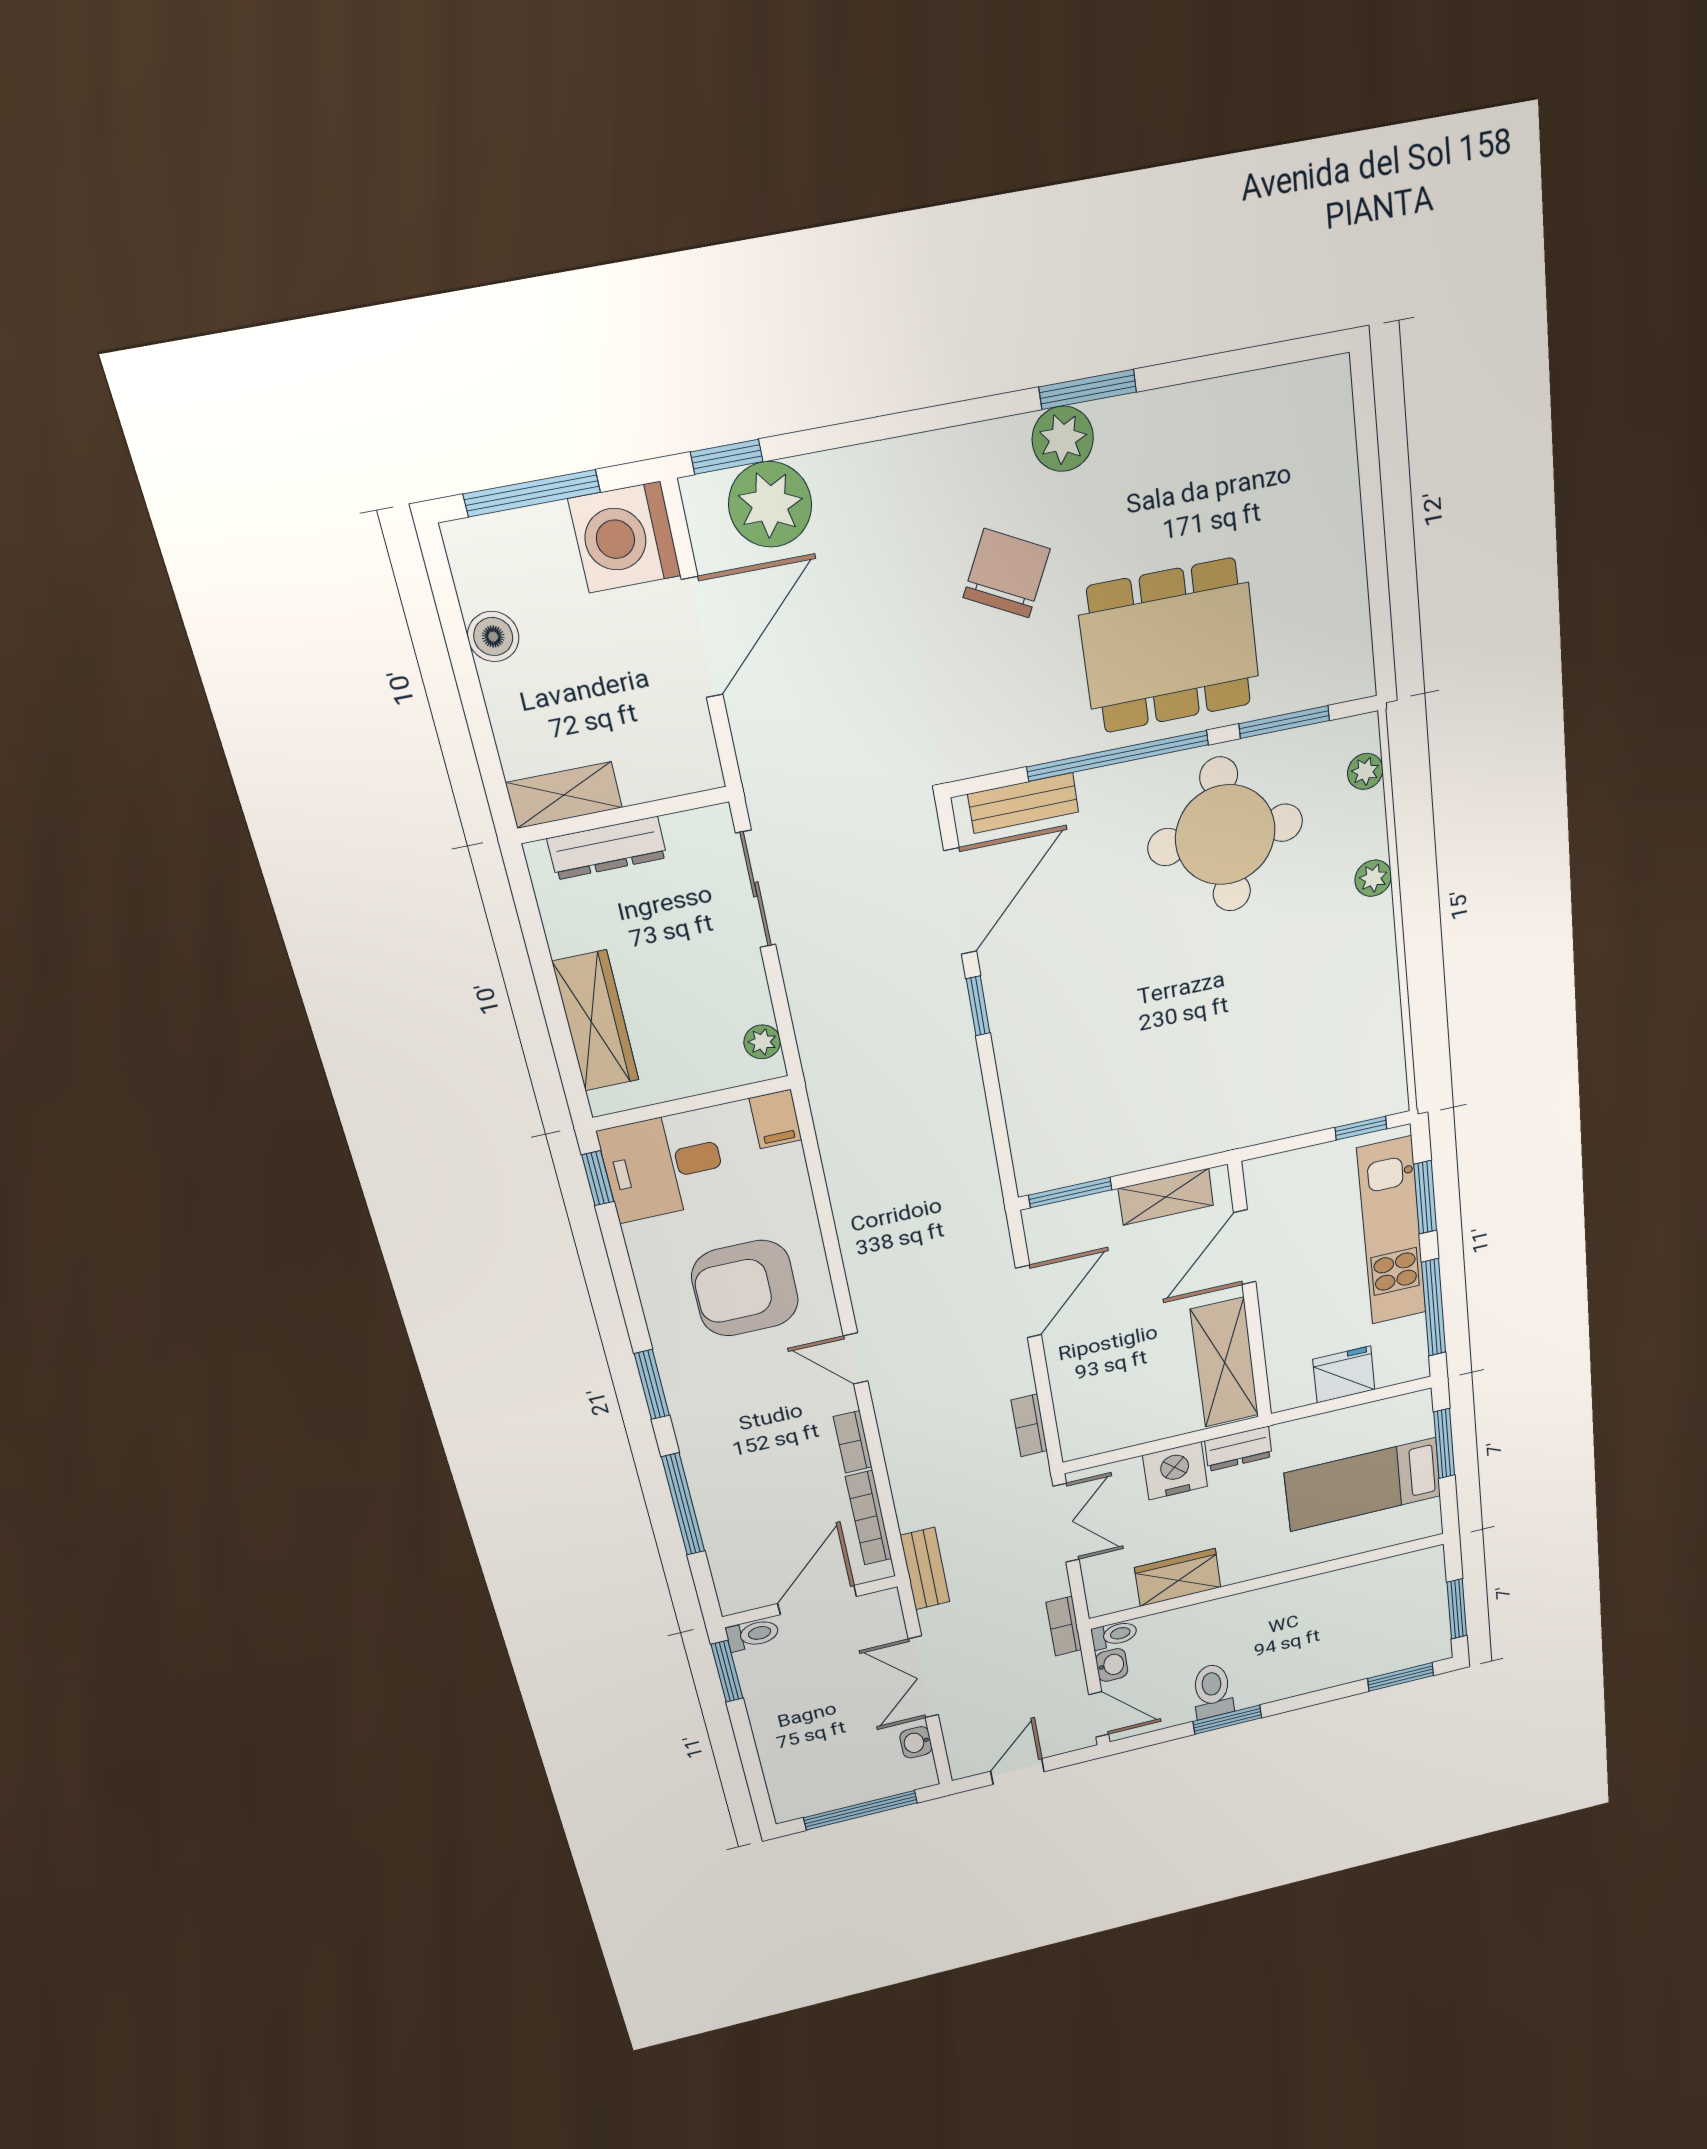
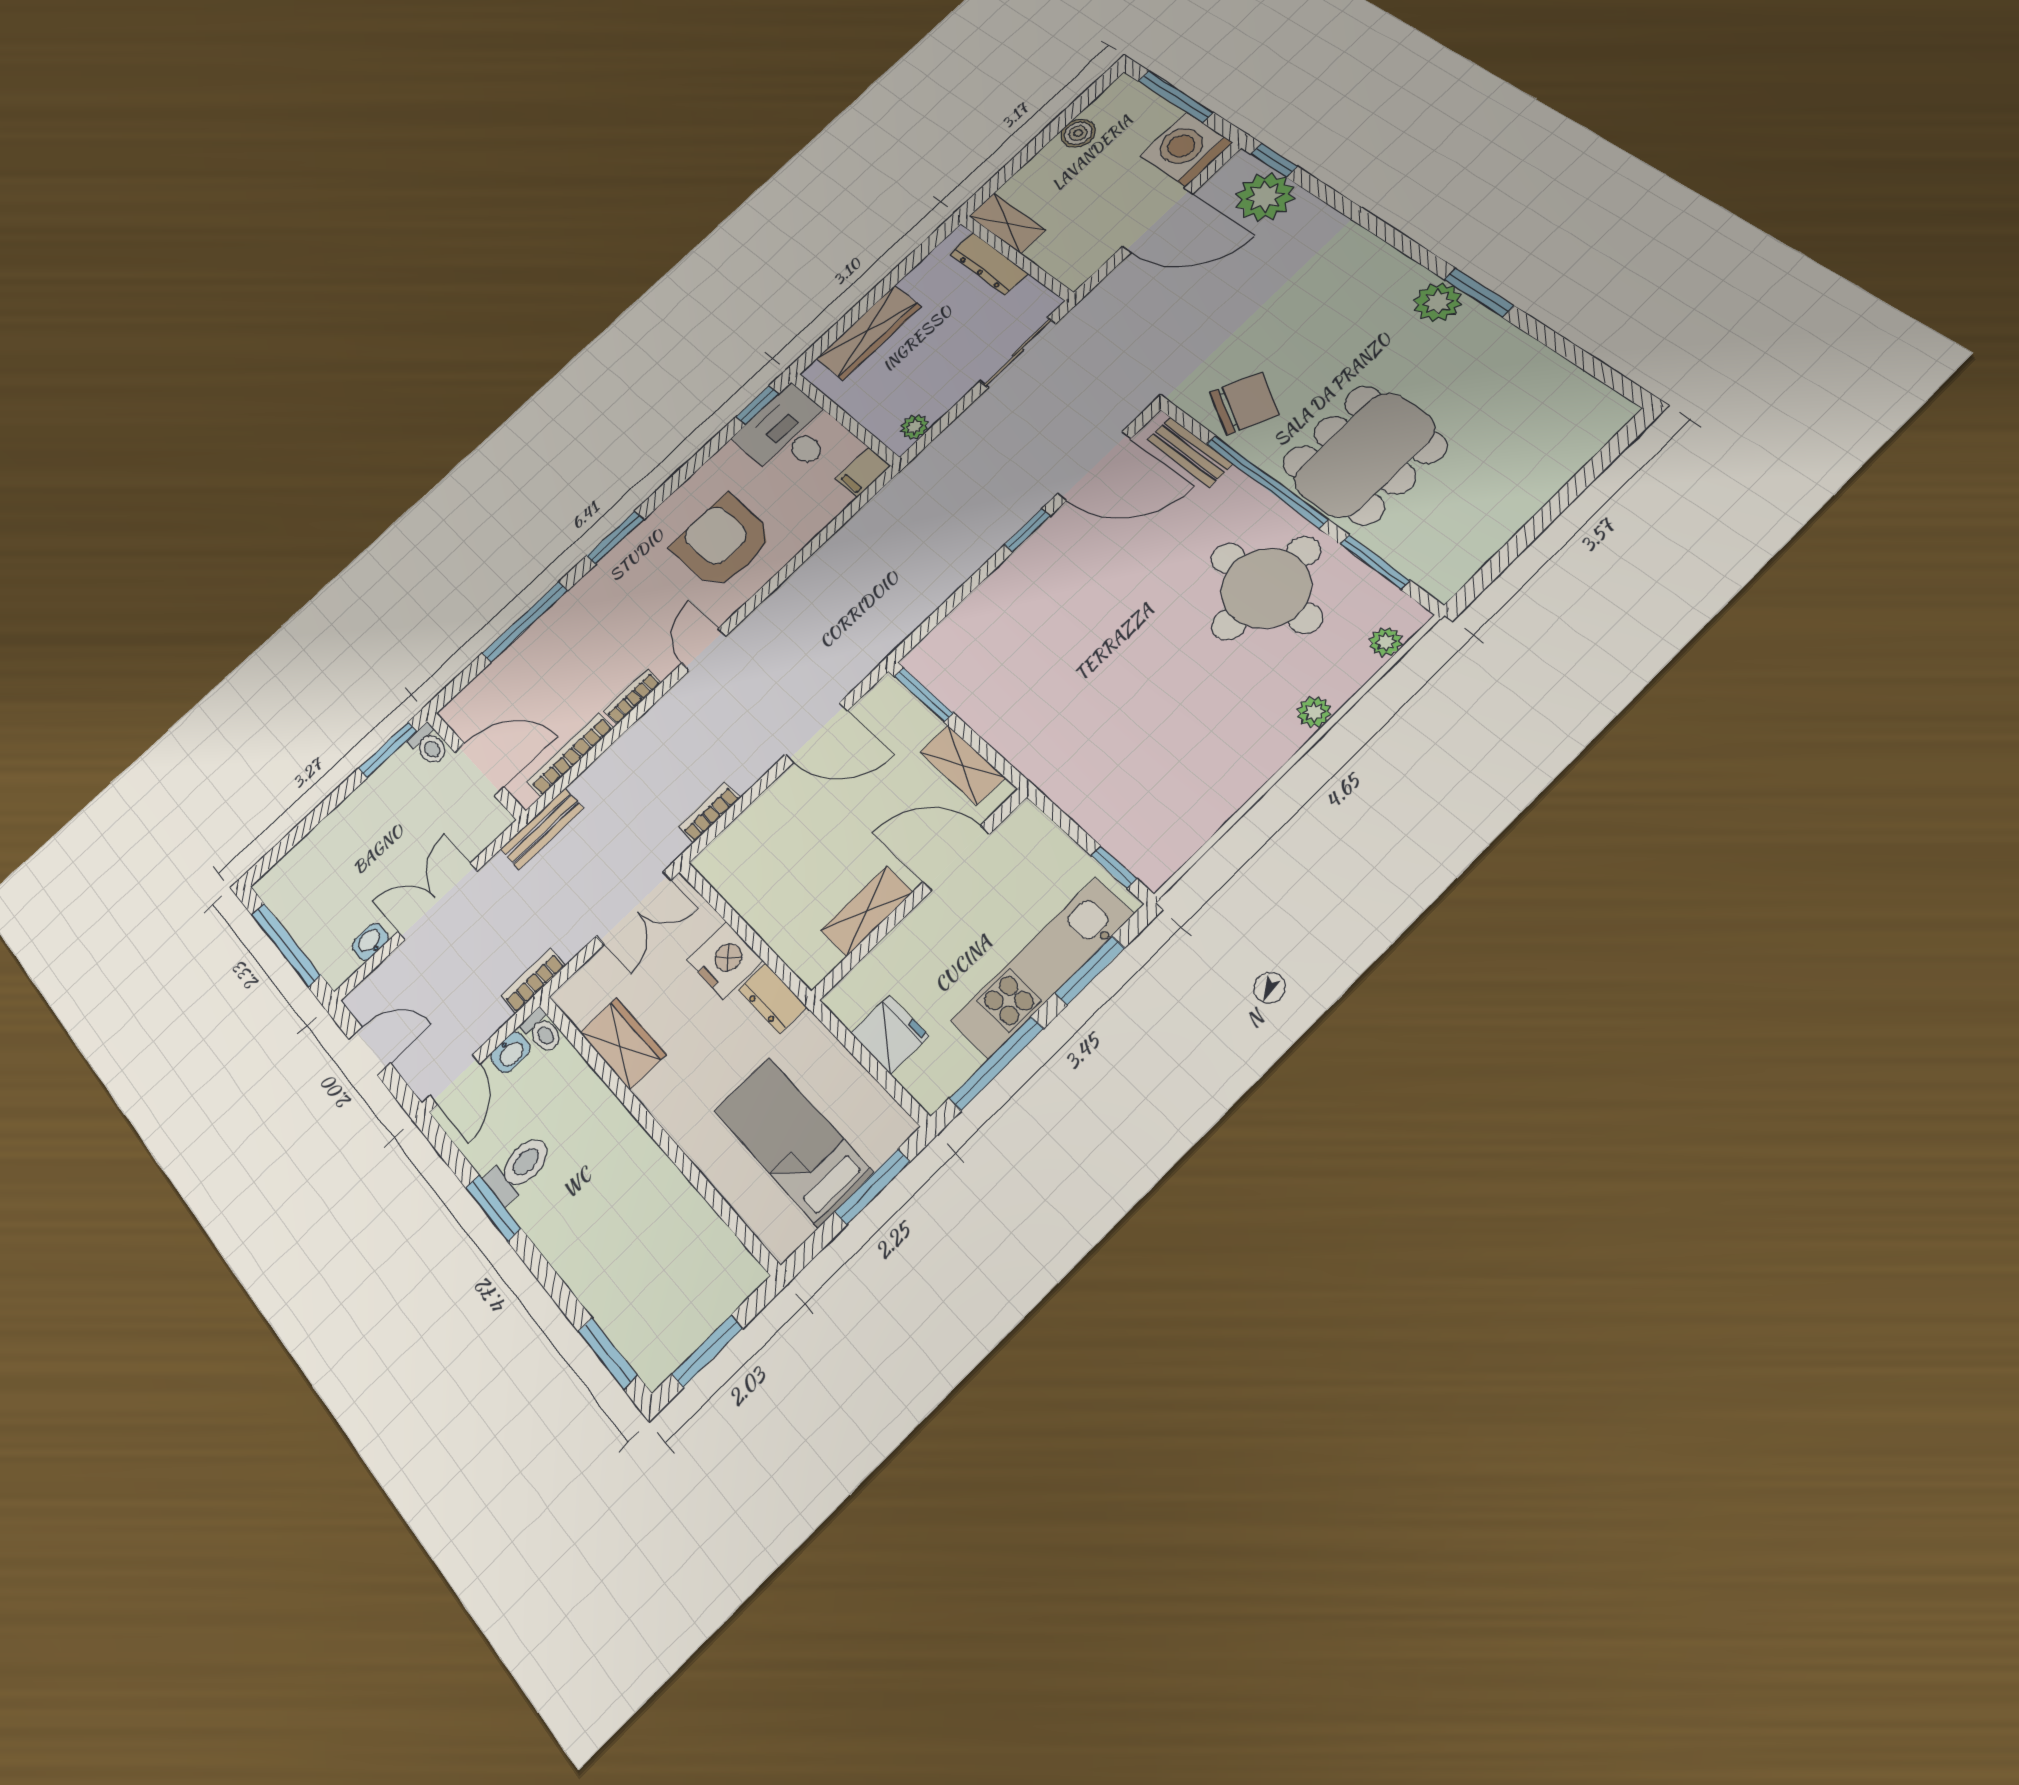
chair: (1007, 573) -> (1244, 403), moved
dining table: (1169, 646) -> (1364, 455), turned 90
shelving: (1225, 1363) -> (867, 911), width x0.67, depth x0.75

